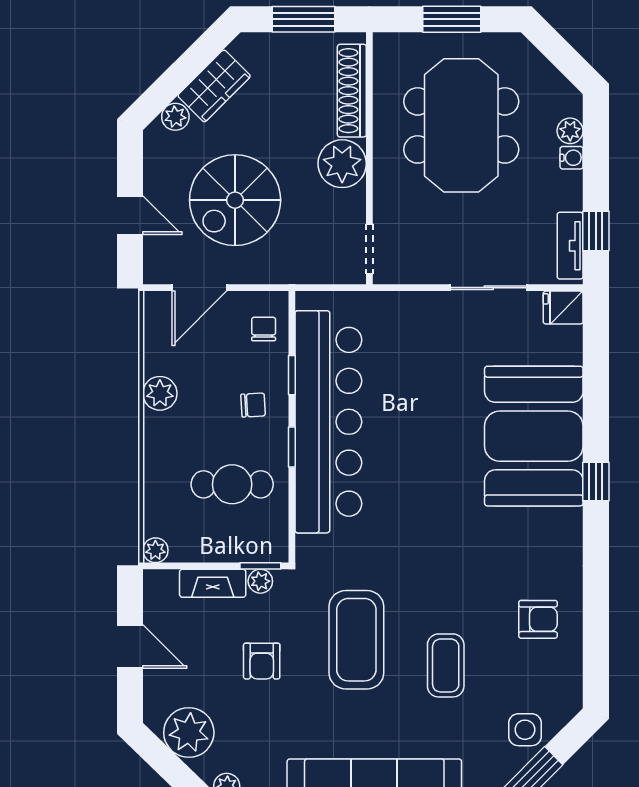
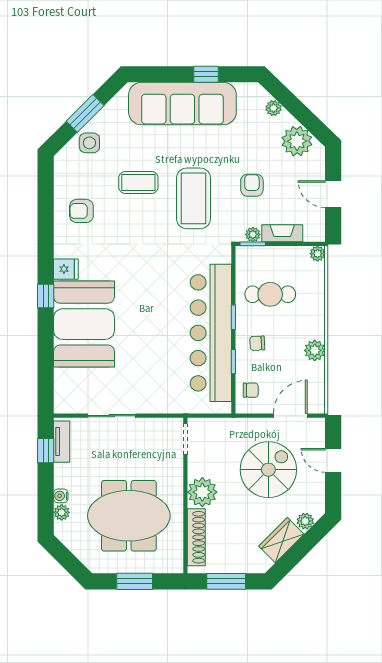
meeting table: (461, 125) -> (129, 516), turned 90
fridge: (563, 308) -> (66, 269), moved
chair: (264, 329) -> (251, 390), turned -90
coffee table: (446, 665) -> (138, 182), turned 90

